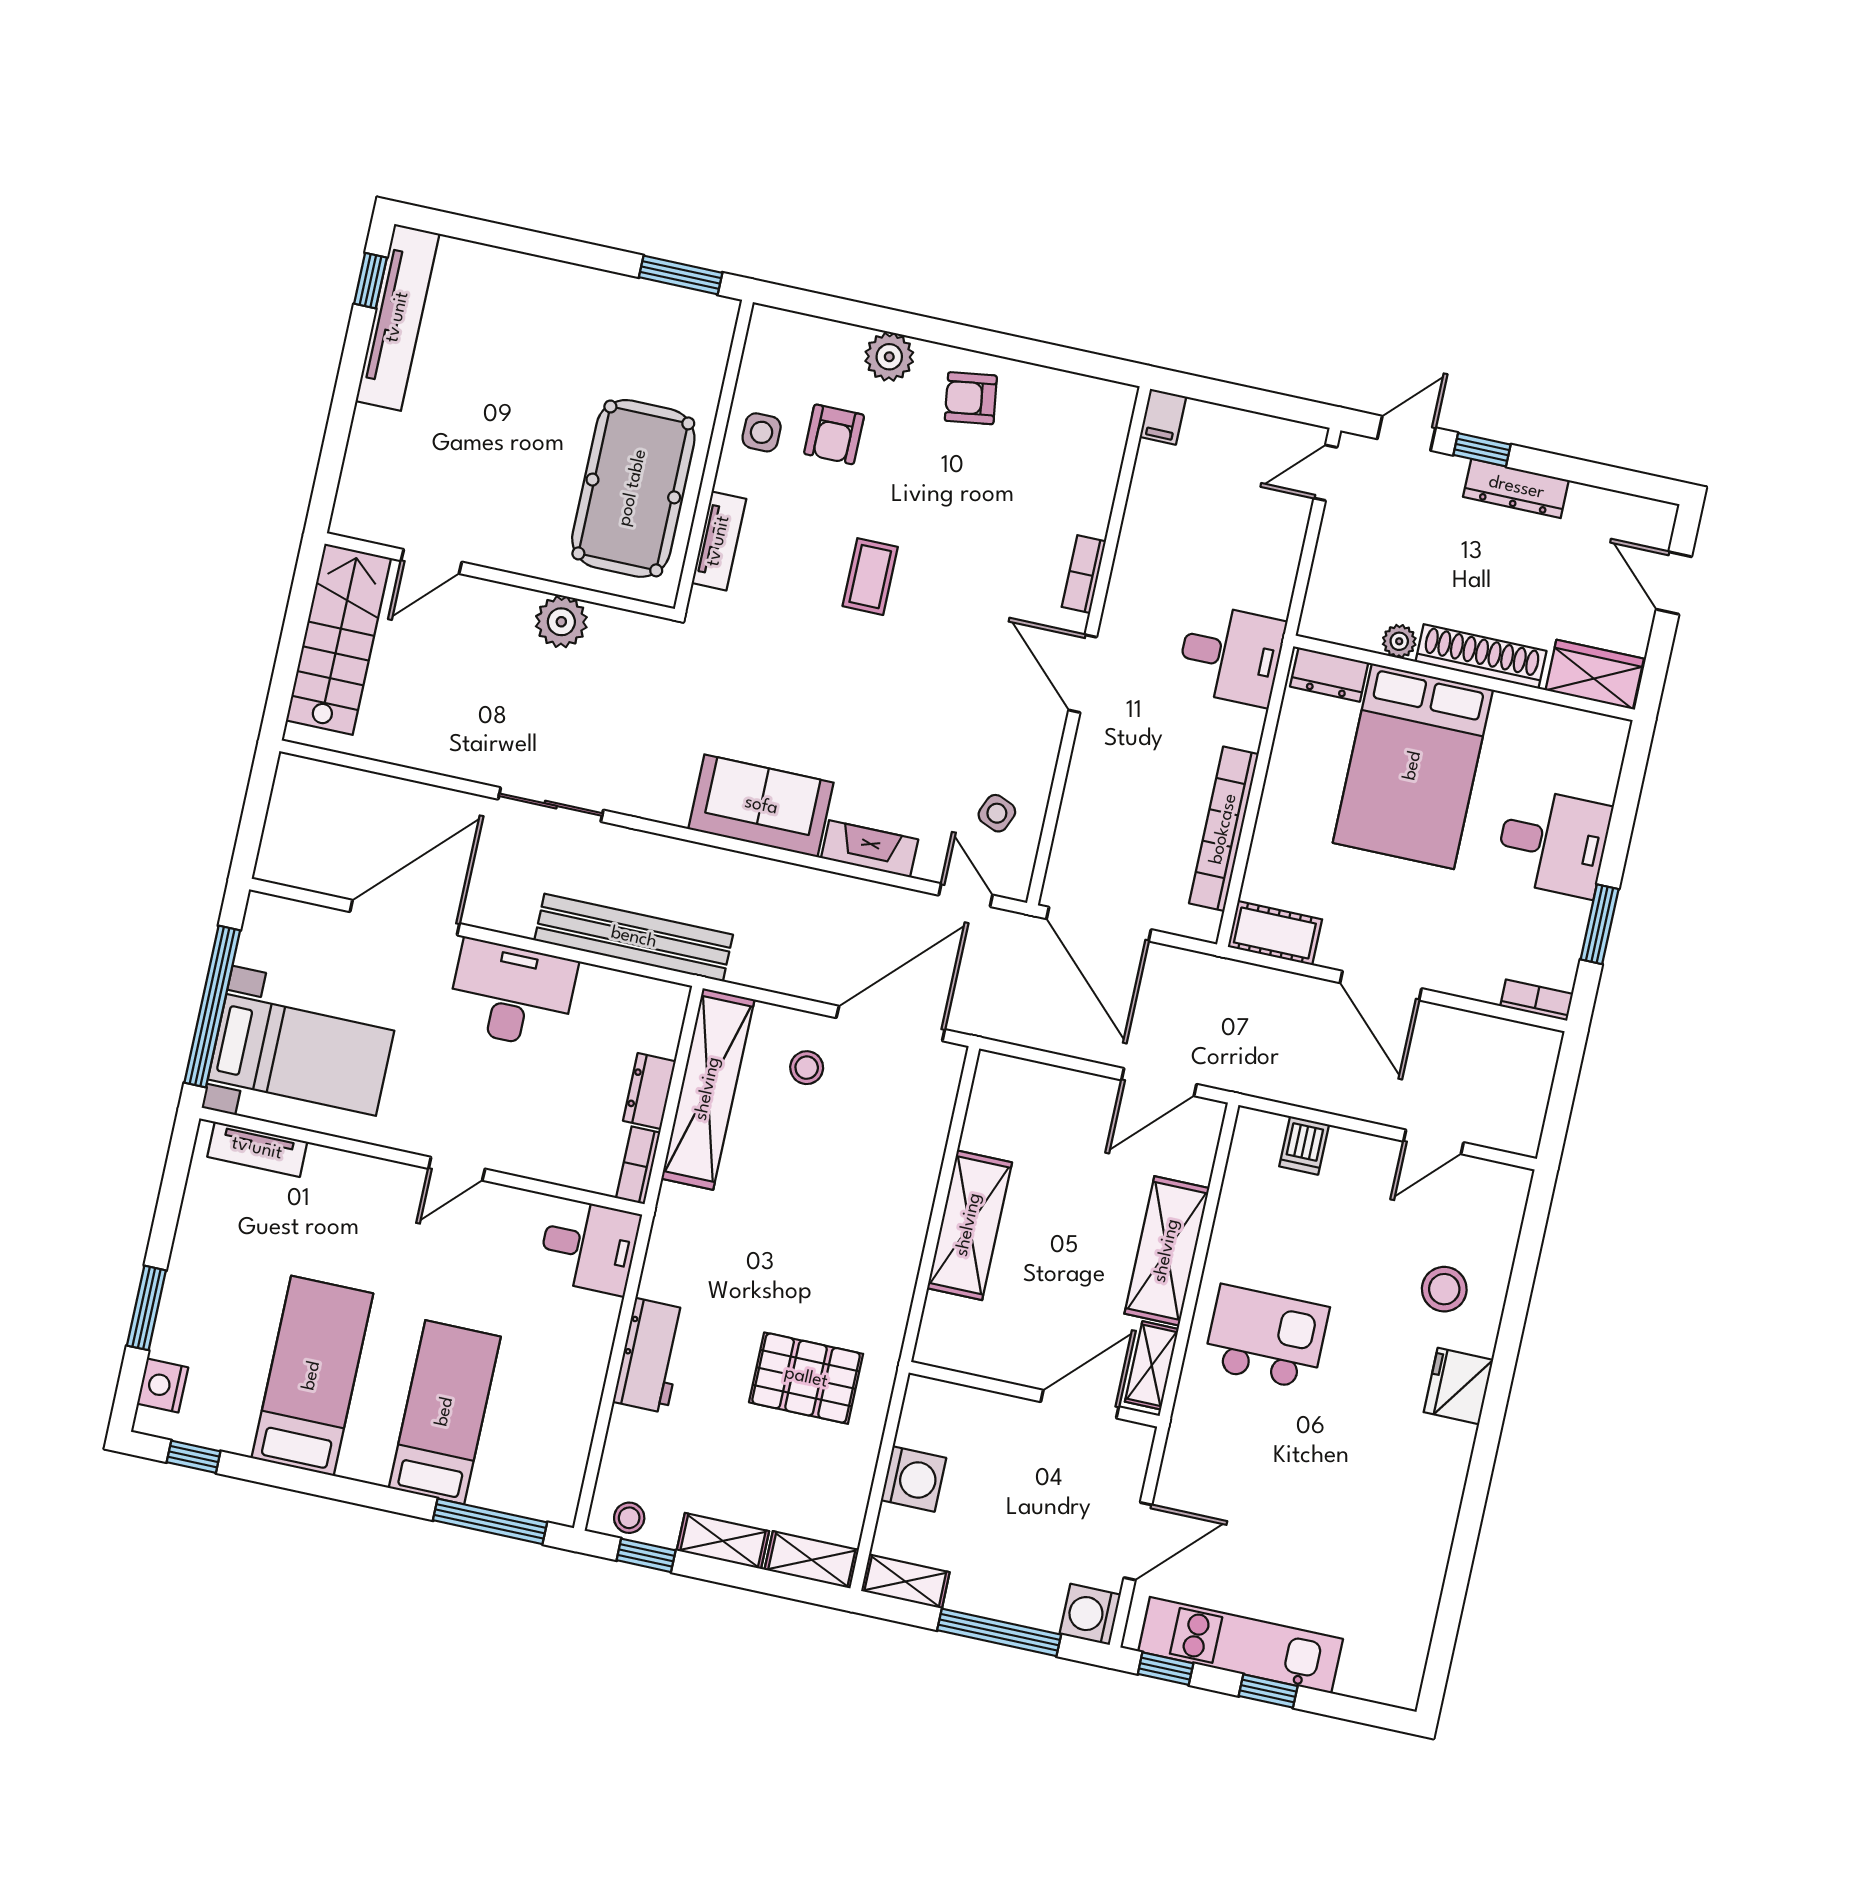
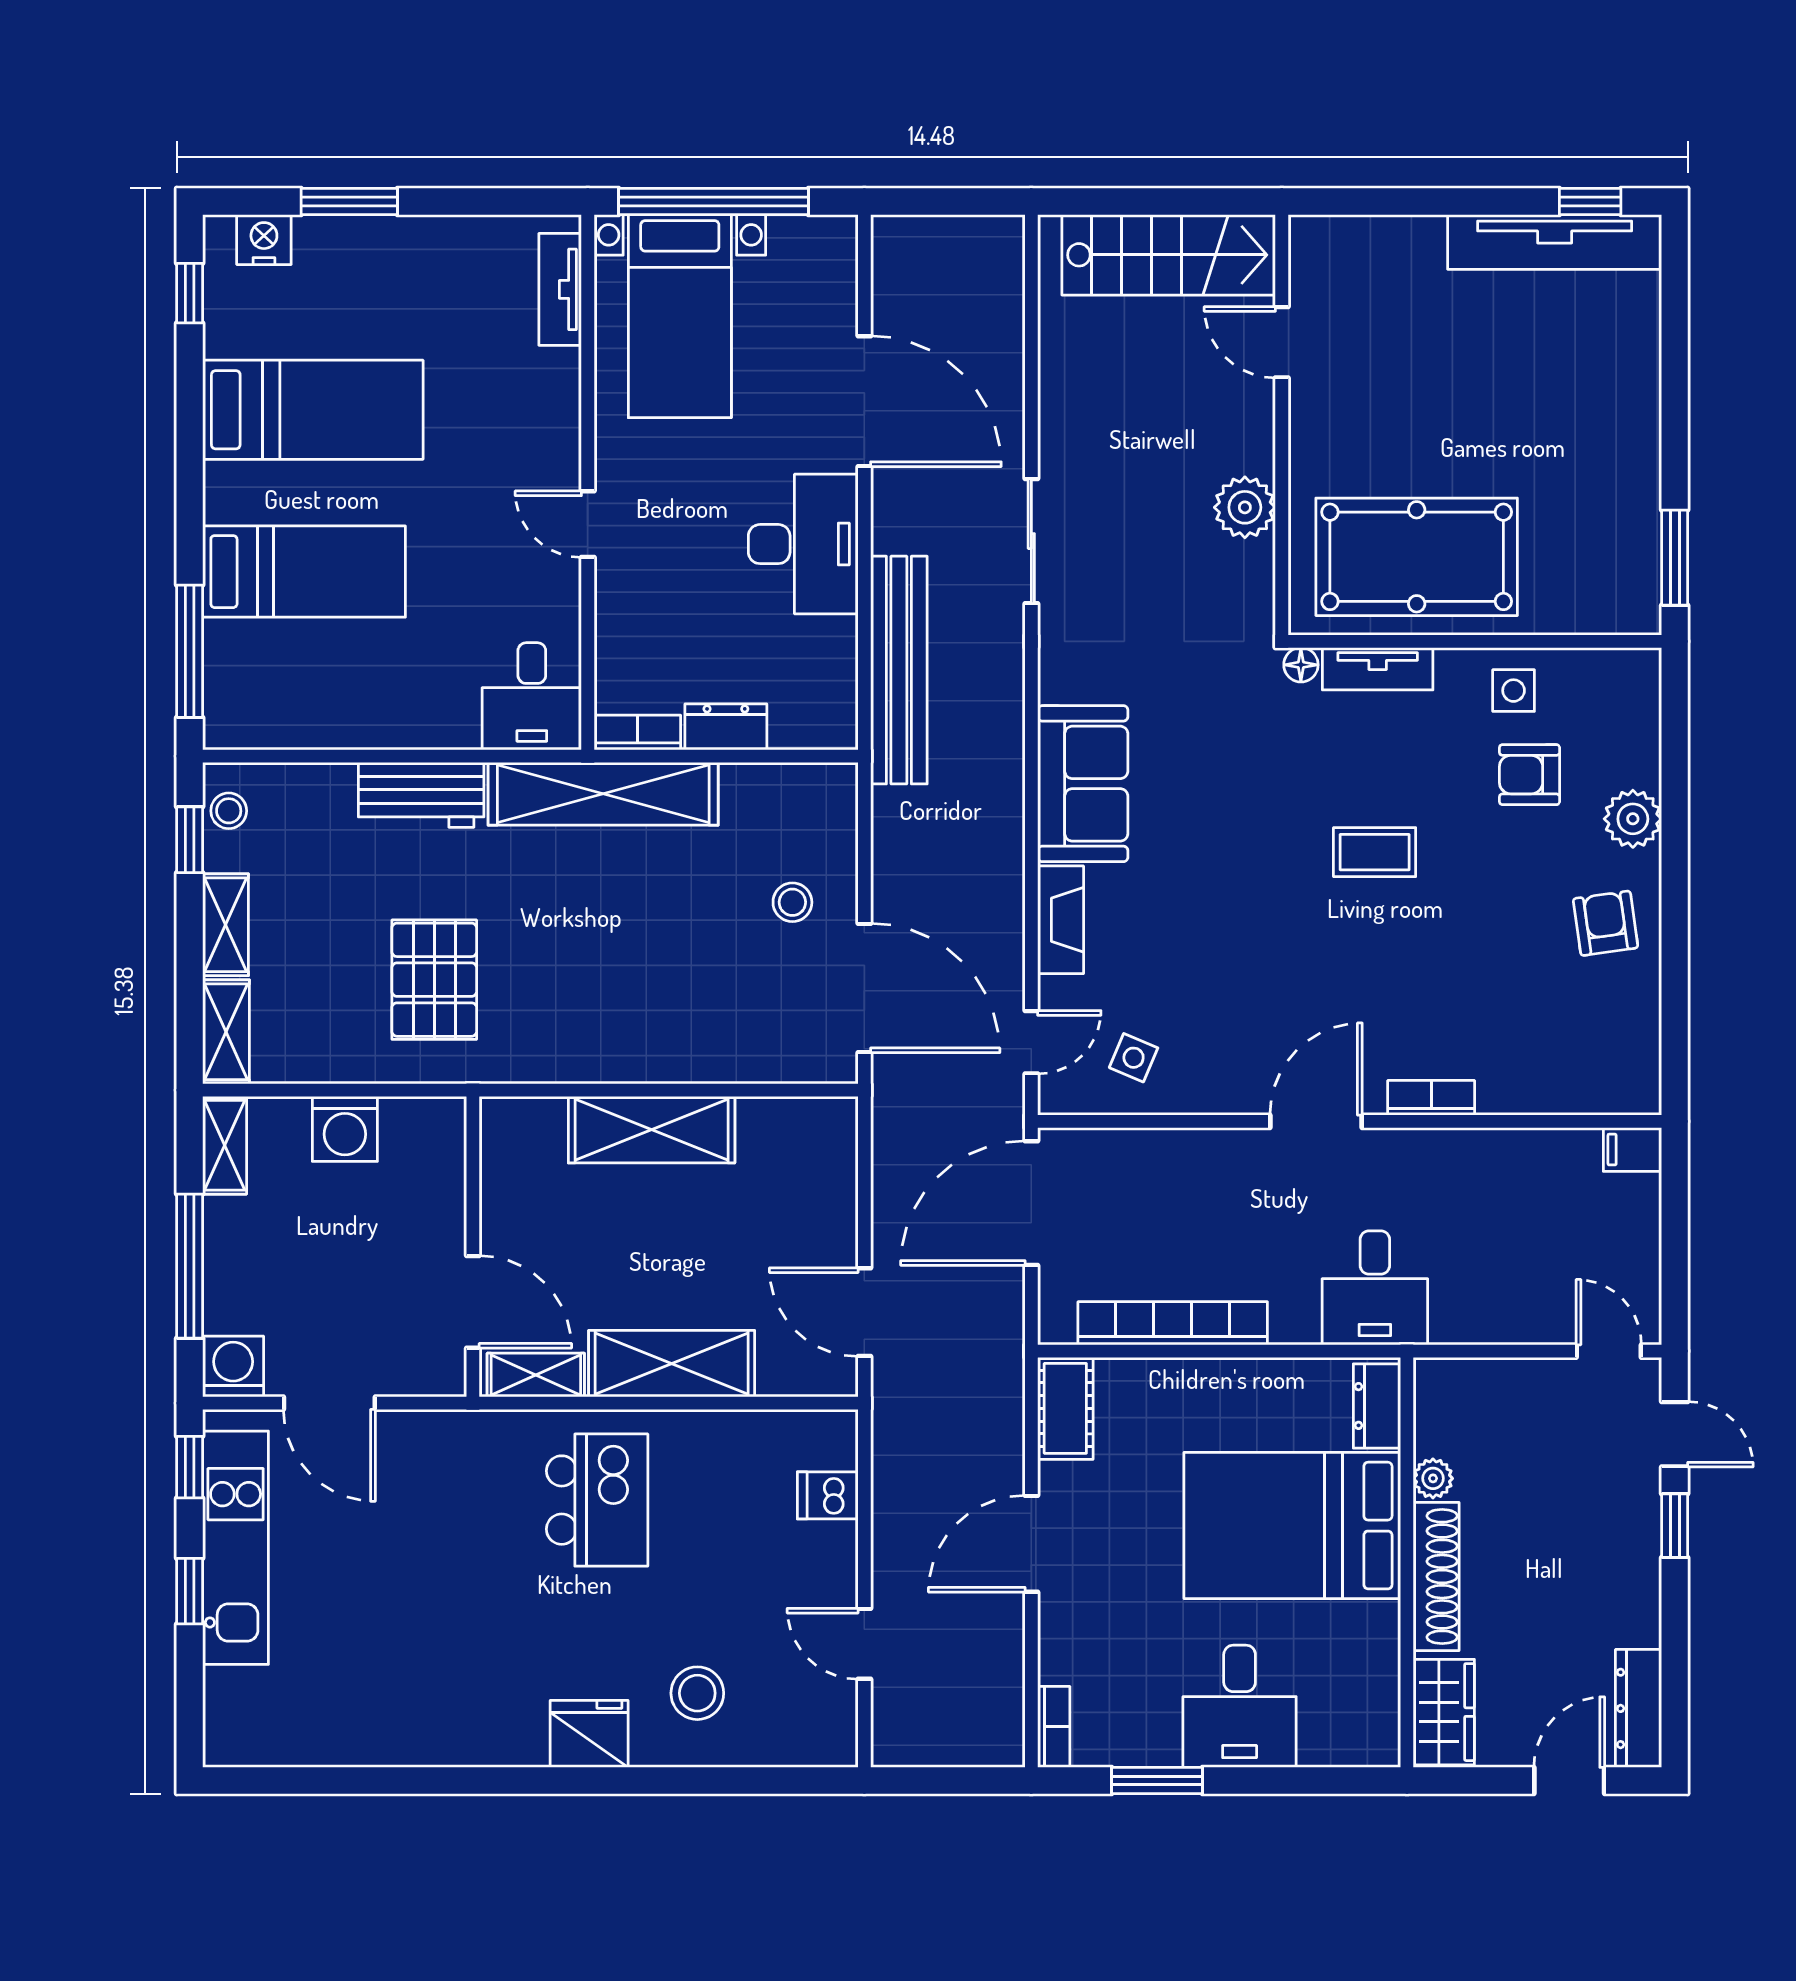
dresser: (1516, 488) -> (1639, 1708), moved
floor lamp: (702, 604) -> (1301, 665), added
shelving: (708, 1089) -> (603, 794), moved

